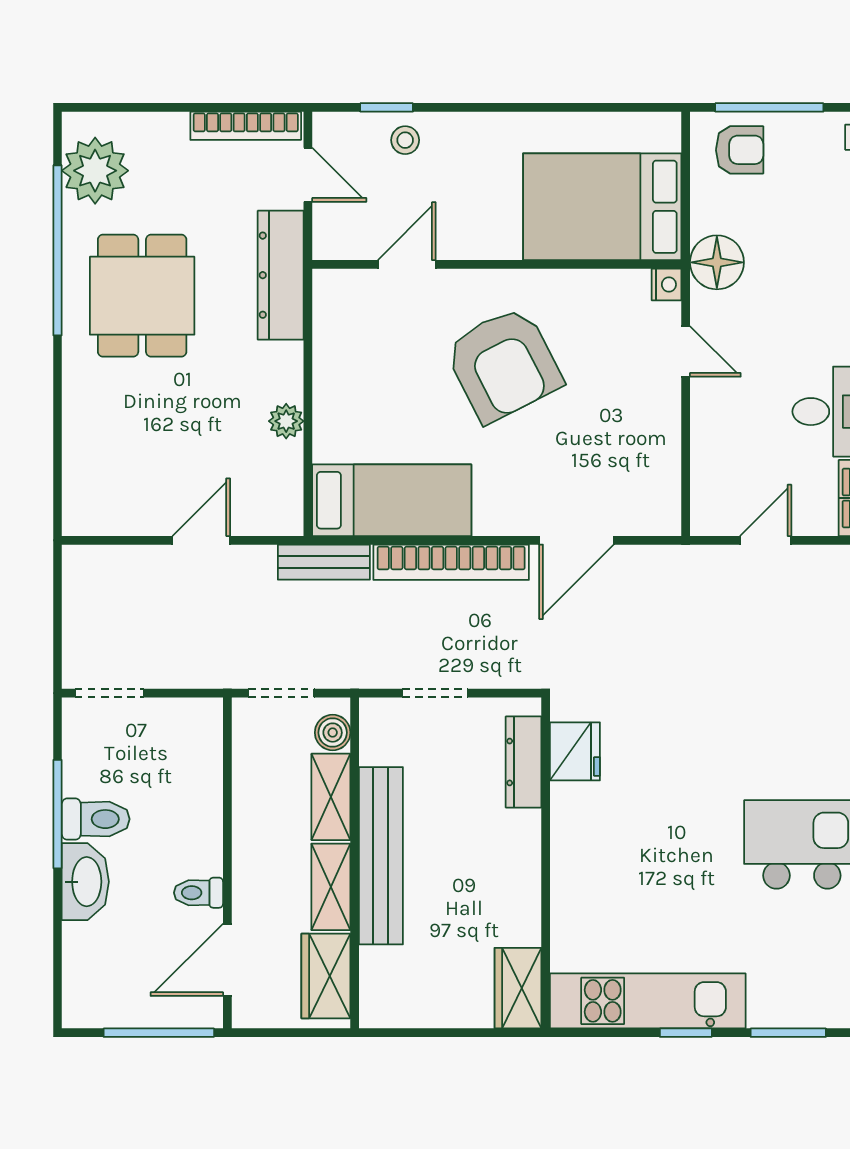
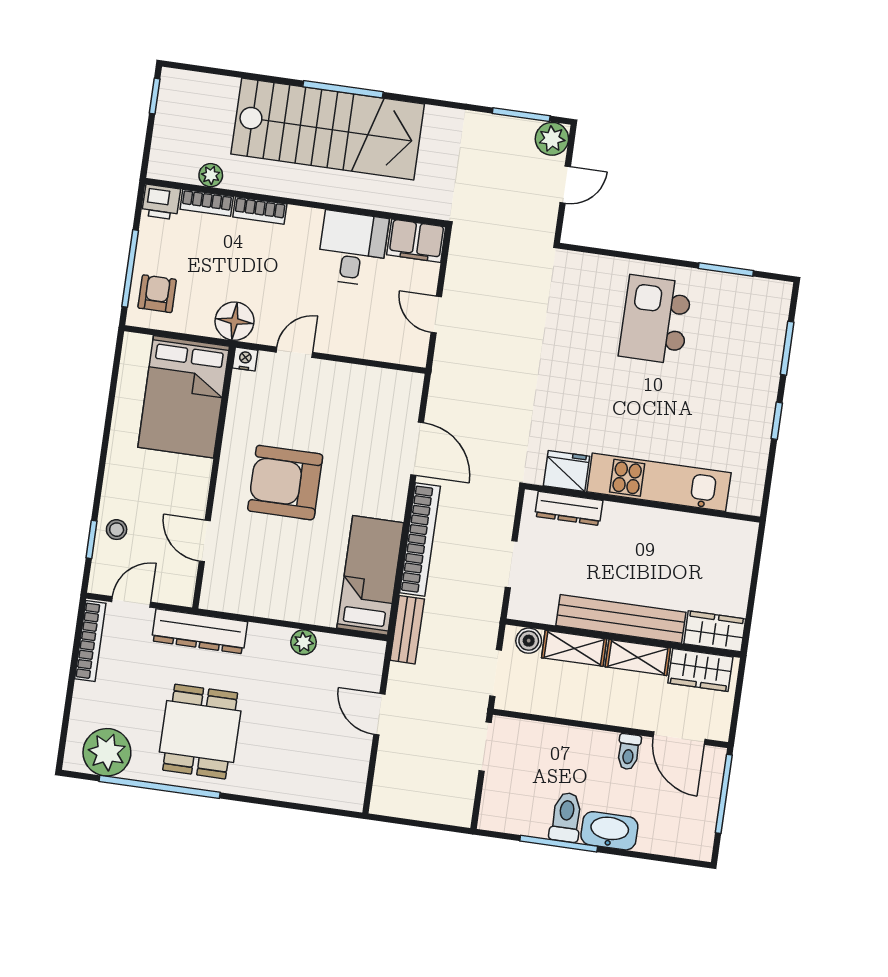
dining table: (142, 296) -> (200, 732), turned 90
armchair: (503, 364) -> (285, 483), turned -153
doorway: (109, 693) -> (485, 747), moved
wardrobe: (518, 988) -> (715, 631), moved, turned 180
kitchen unit: (648, 1001) -> (659, 482), moved, turned 90

